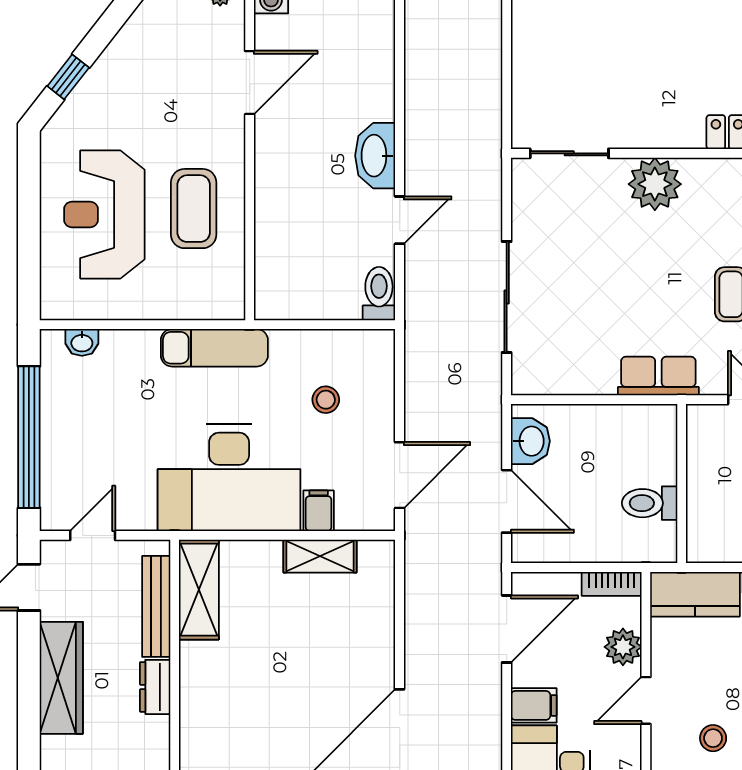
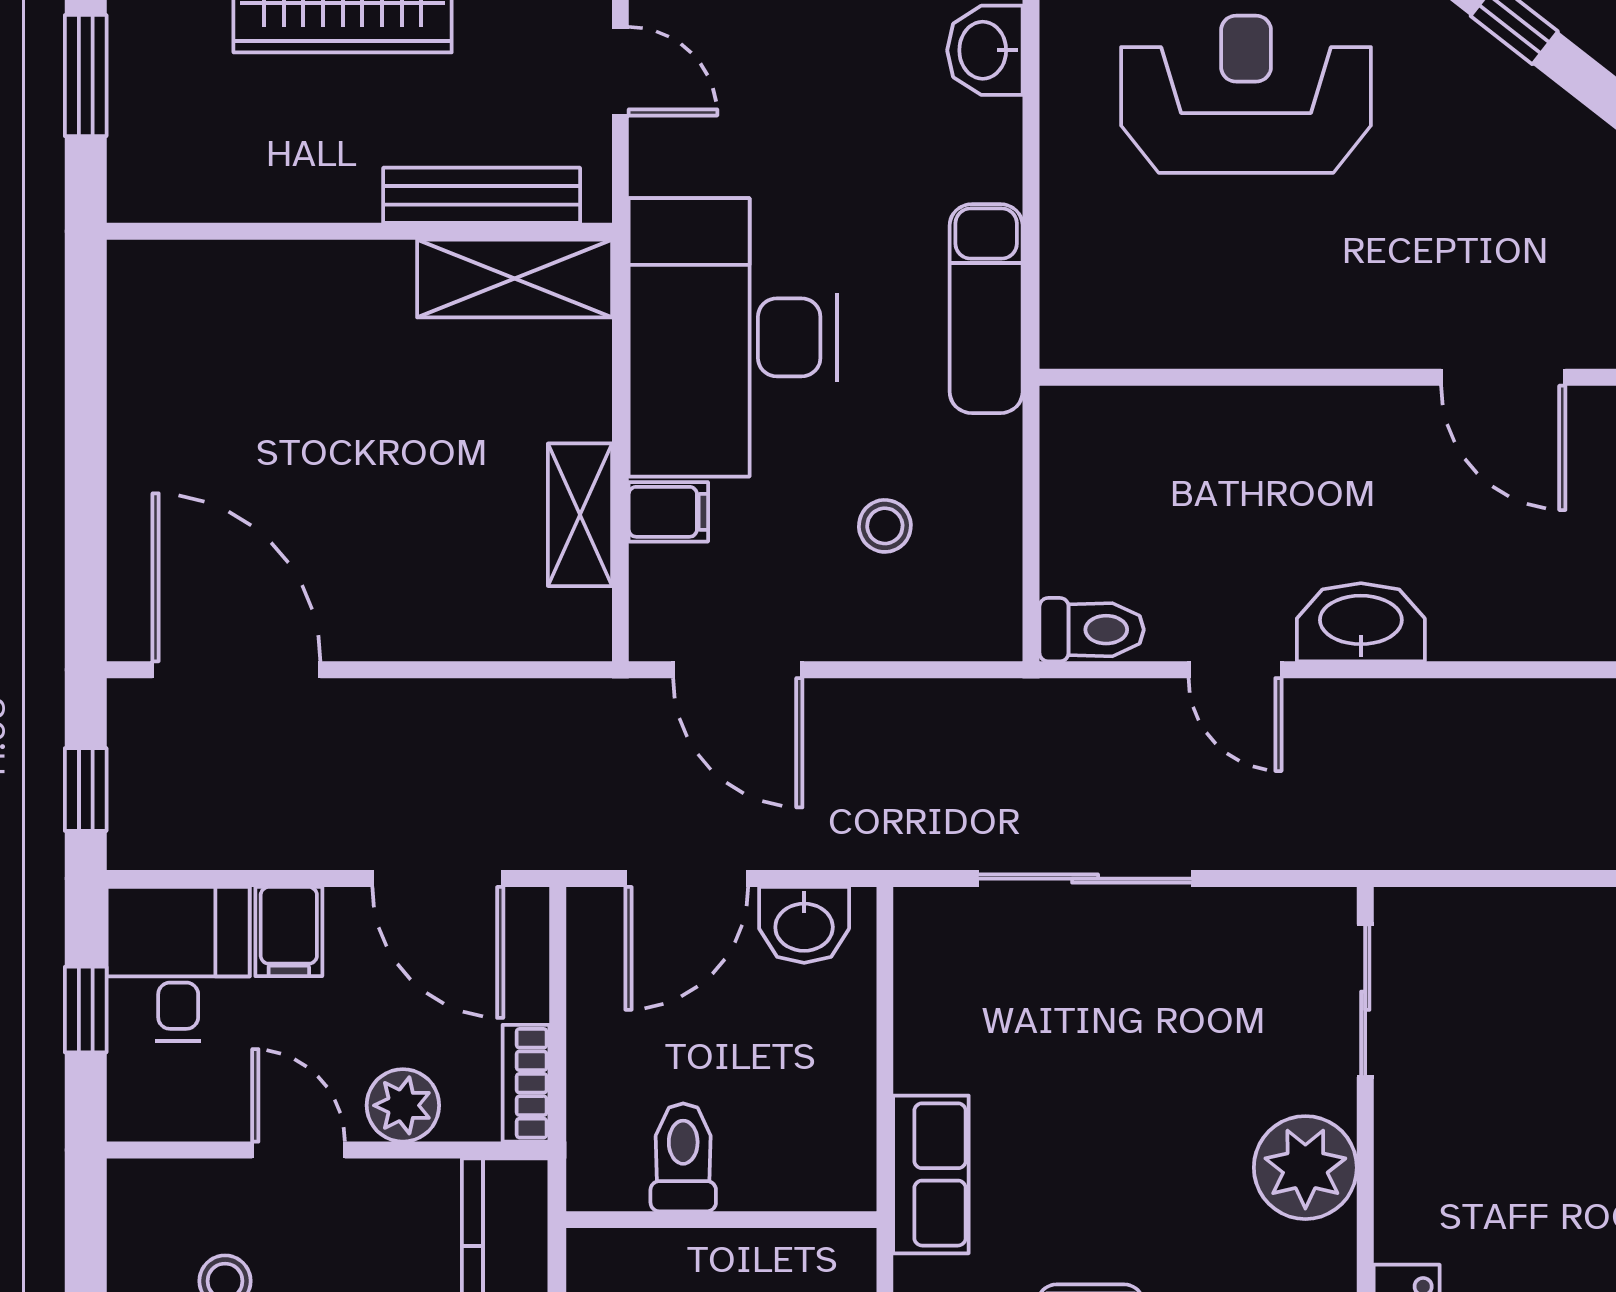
coffee table: (194, 209) -> (1258, 268), removed
washbasin: (82, 342) -> (985, 50), width x1.38, depth x1.45
dresser: (155, 687) -> (325, 193), removed

